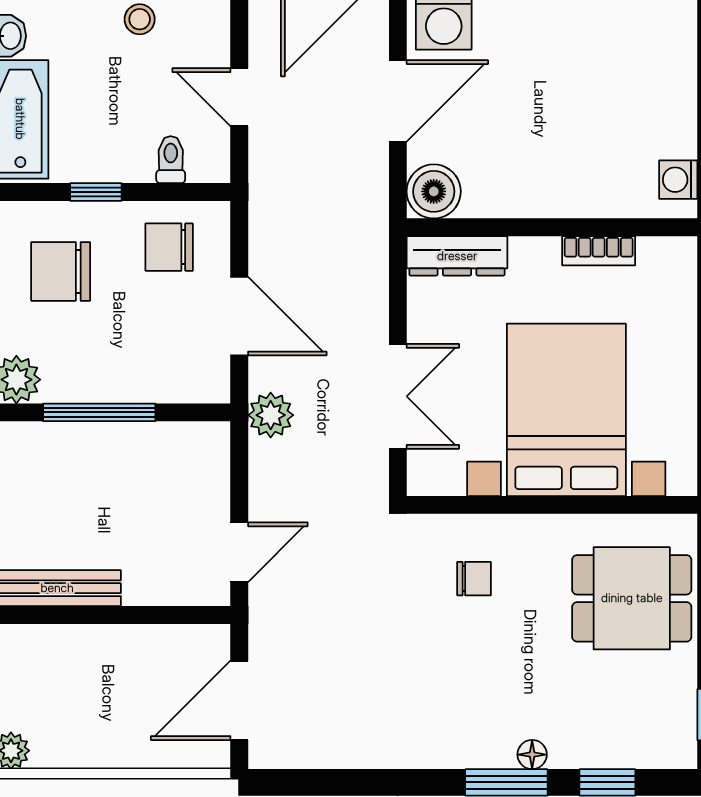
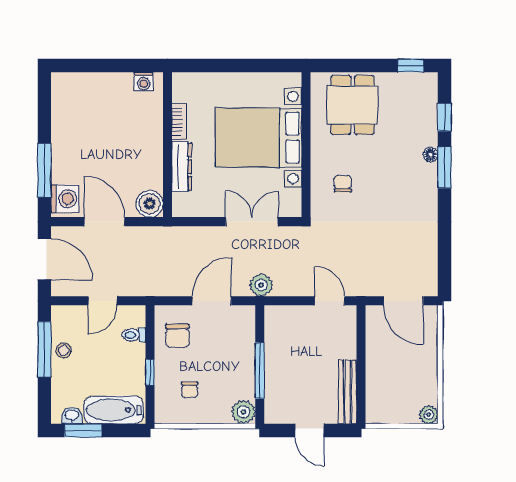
dresser: (457, 256) -> (182, 167), moved
chair: (61, 271) -> (189, 390), width x0.54, depth x0.54

